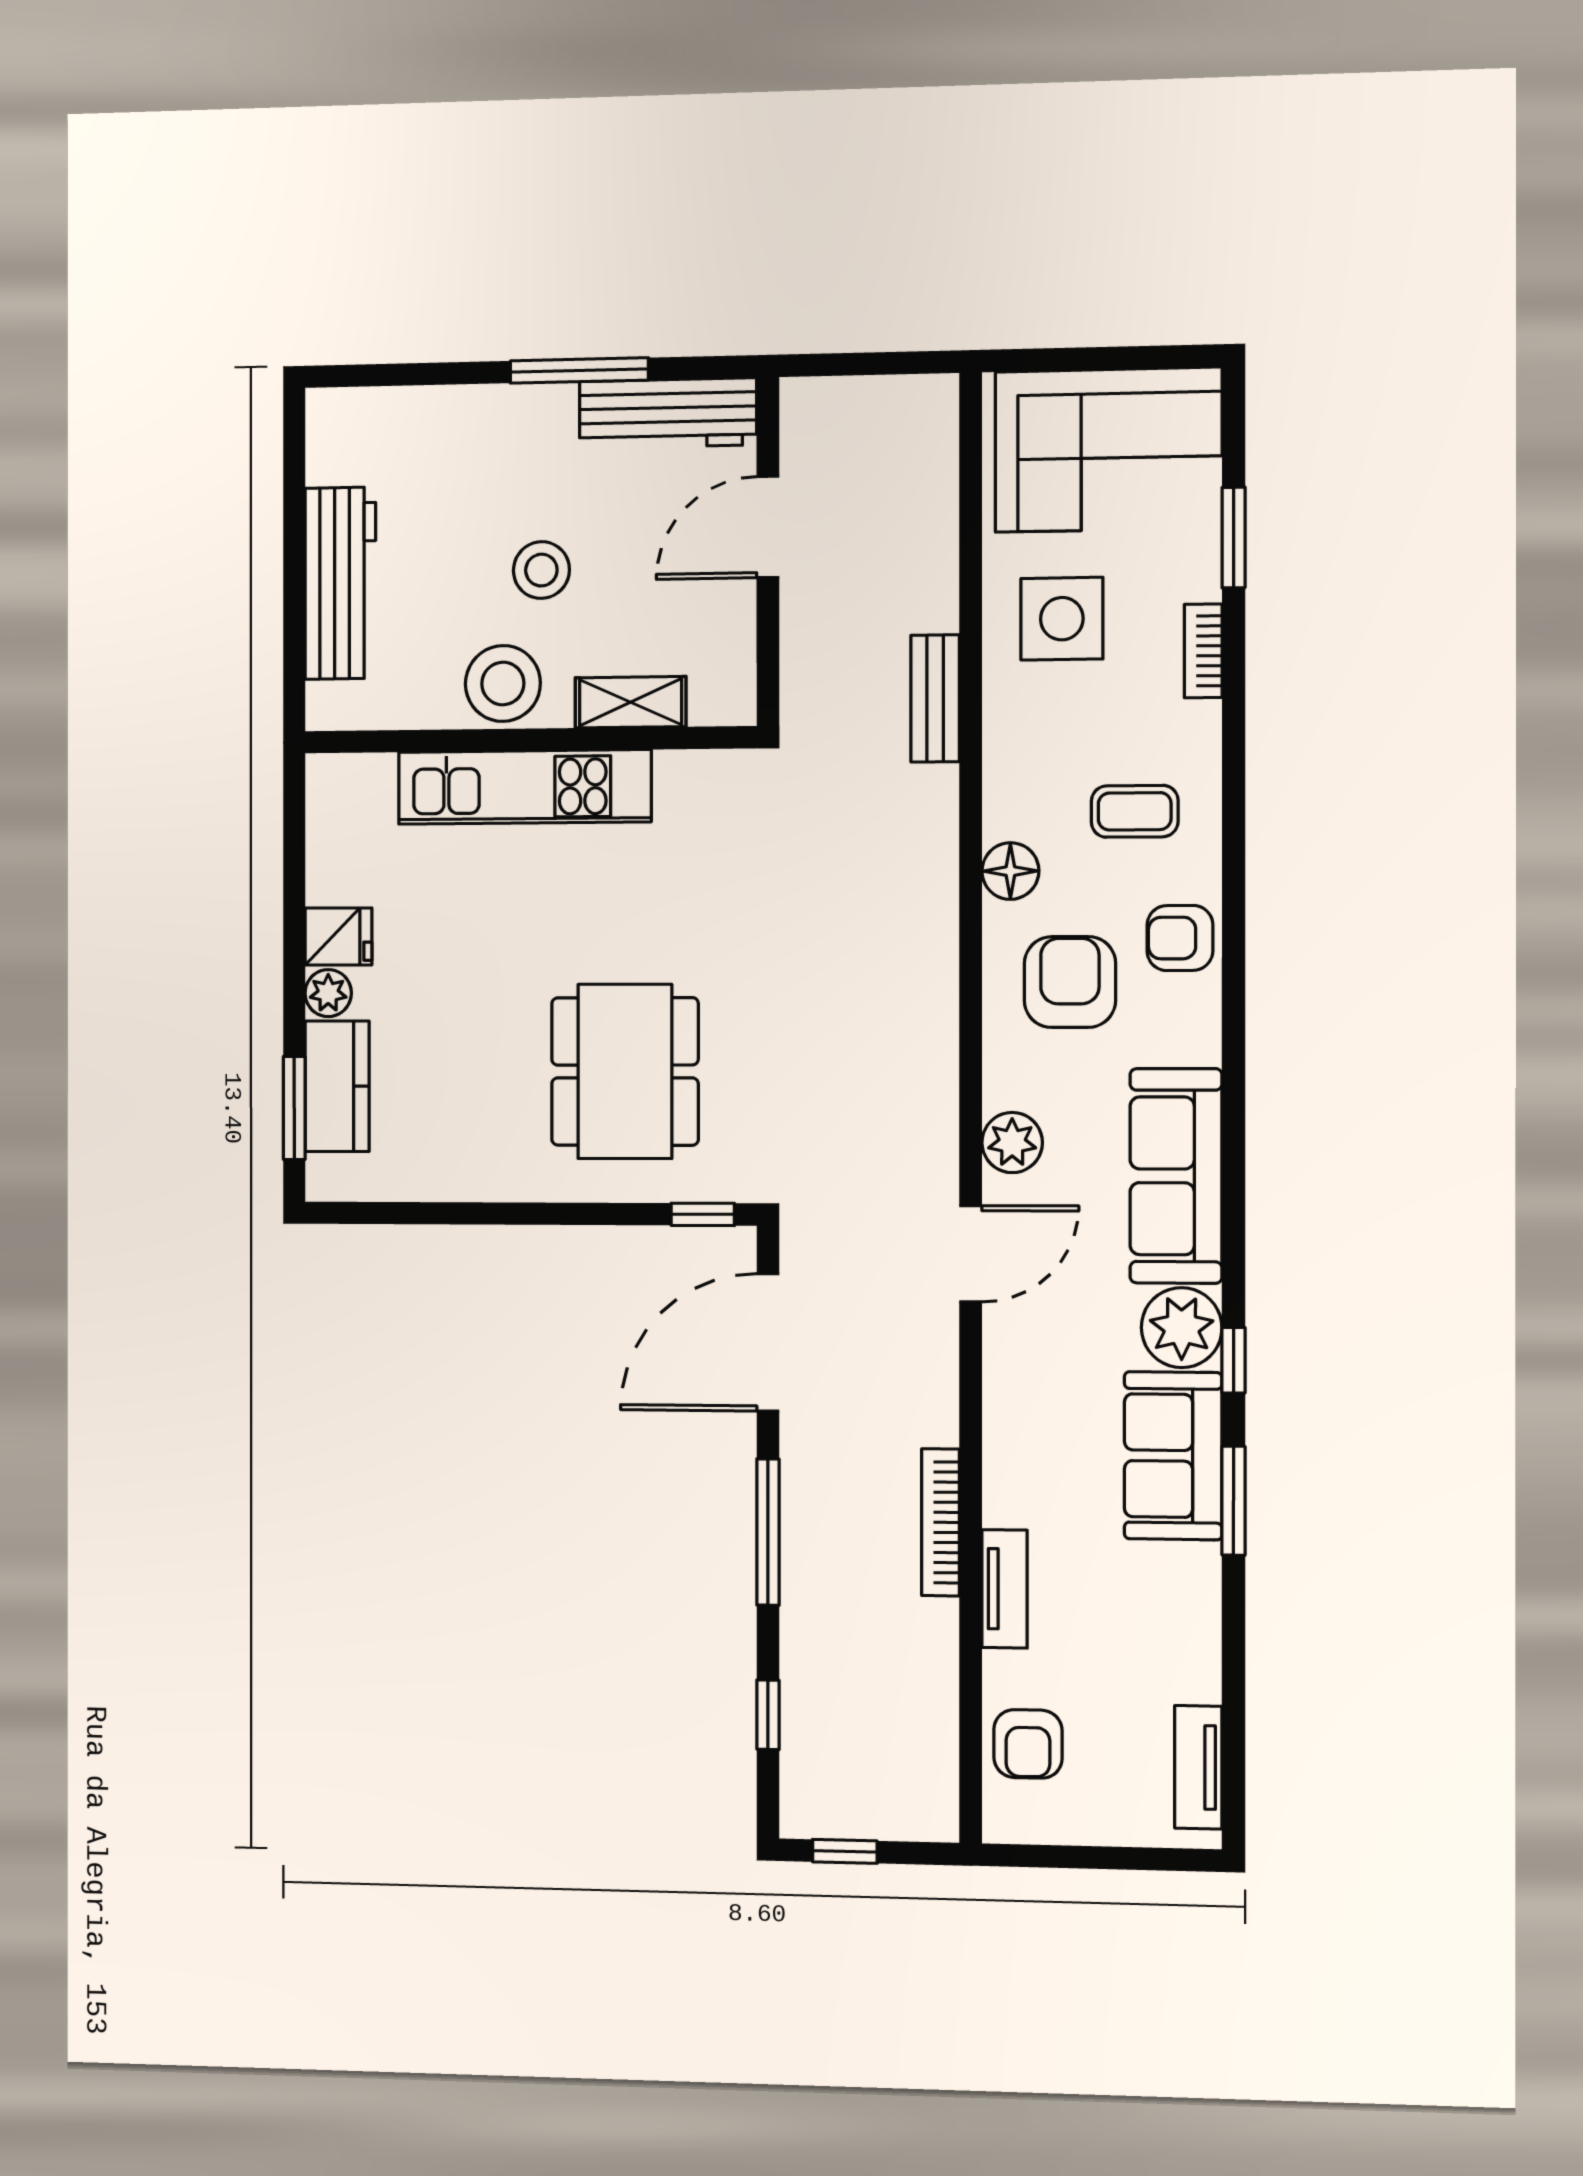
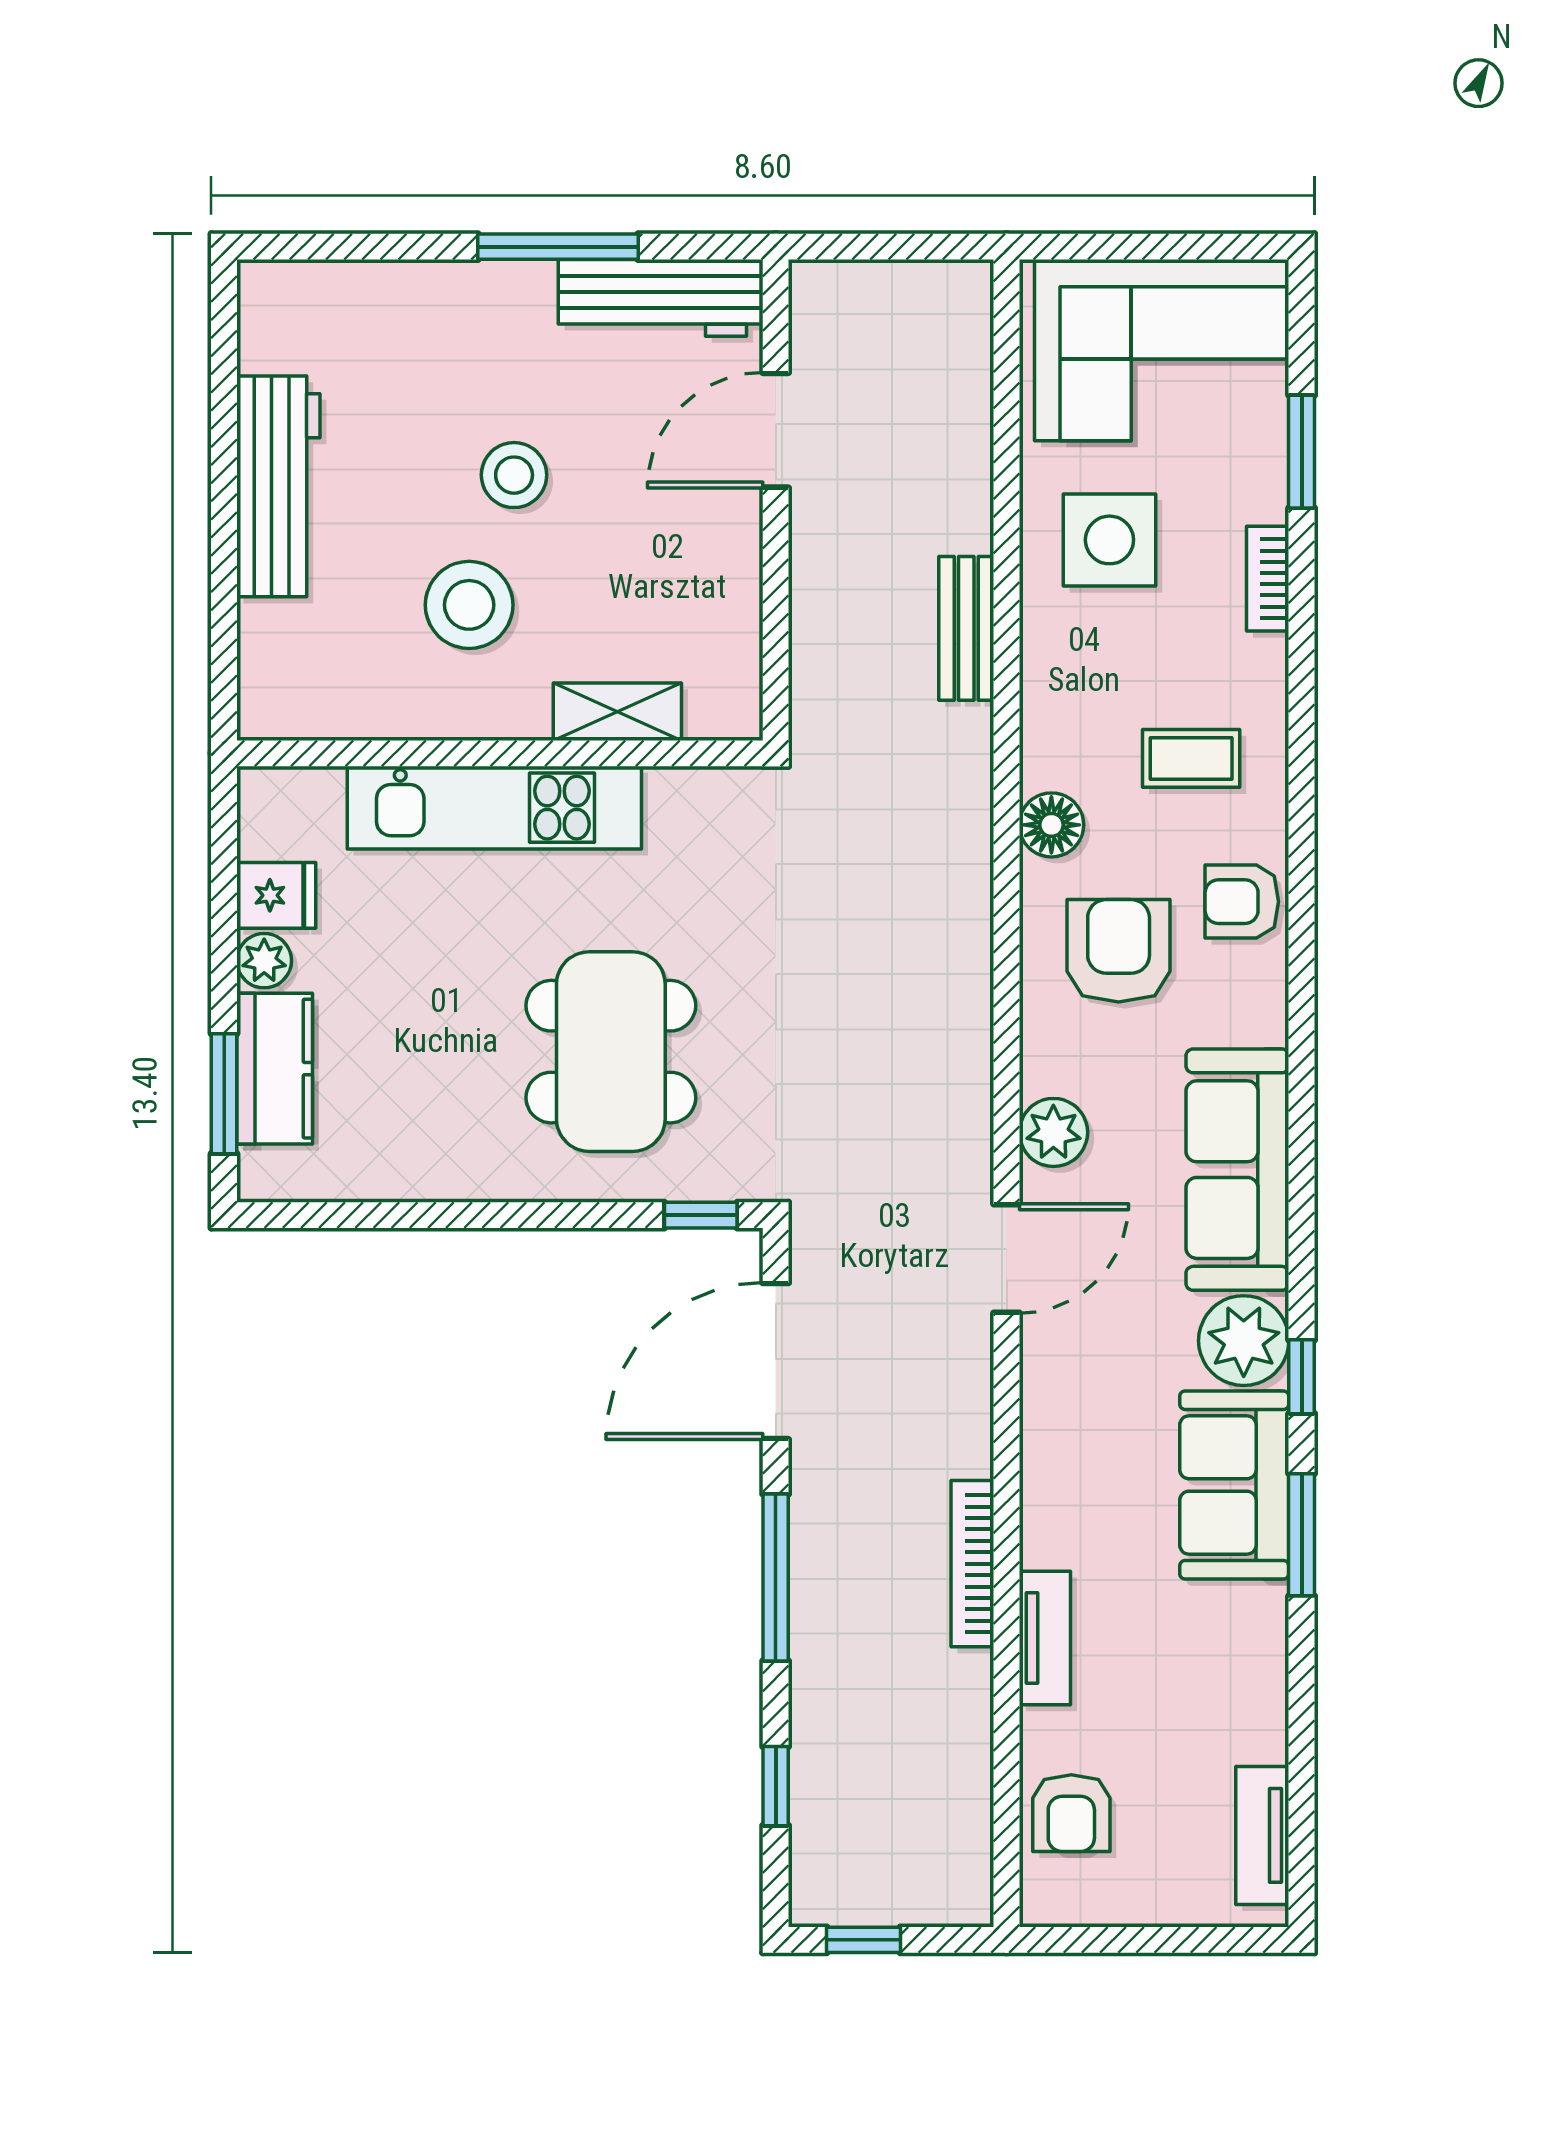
shelving: (631, 702) -> (617, 712), moved
wall: (529, 740) -> (500, 753), moved
kitchen unit: (525, 787) -> (494, 808), moved

